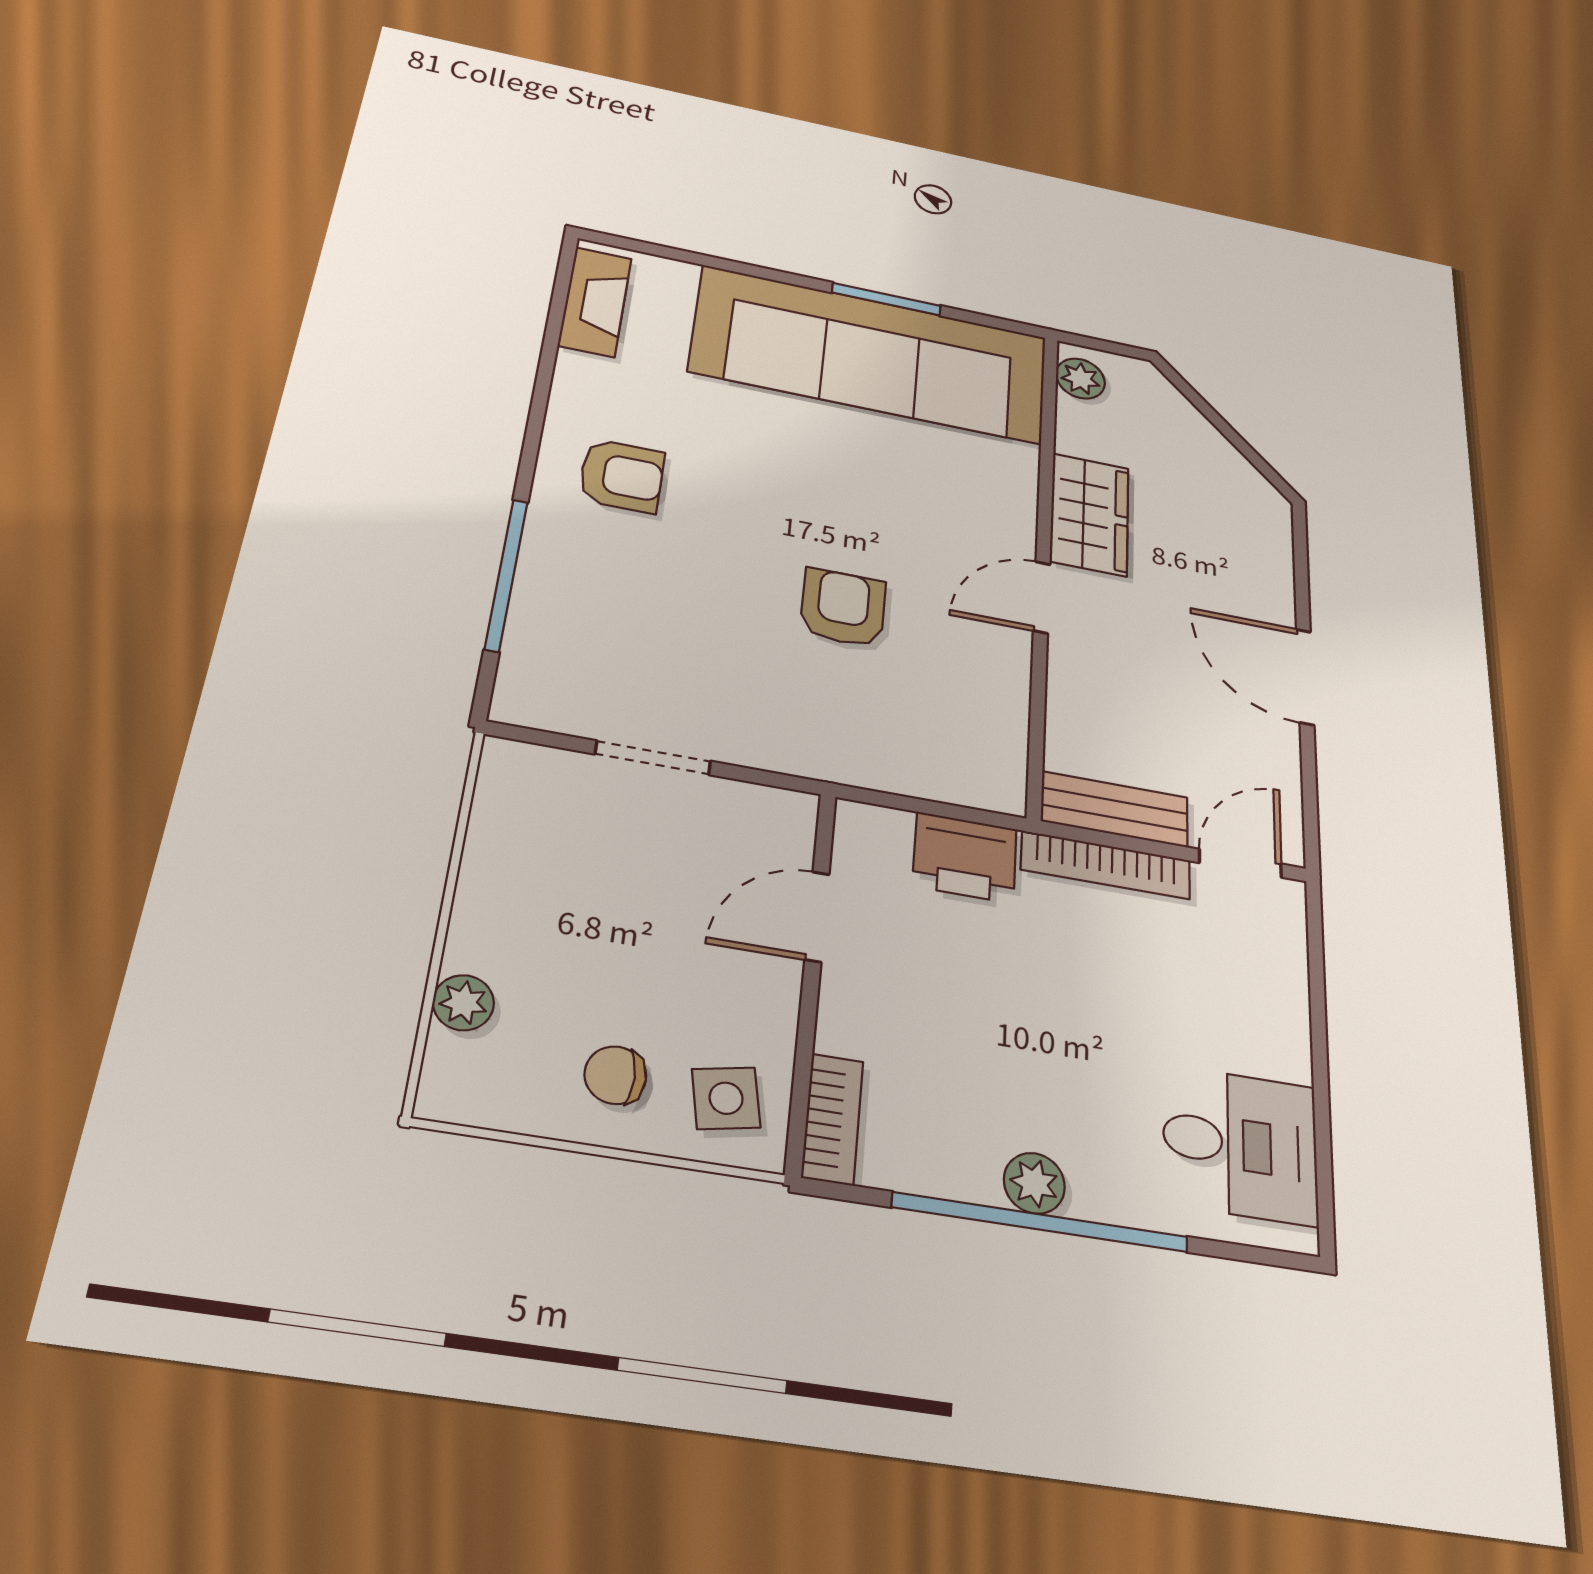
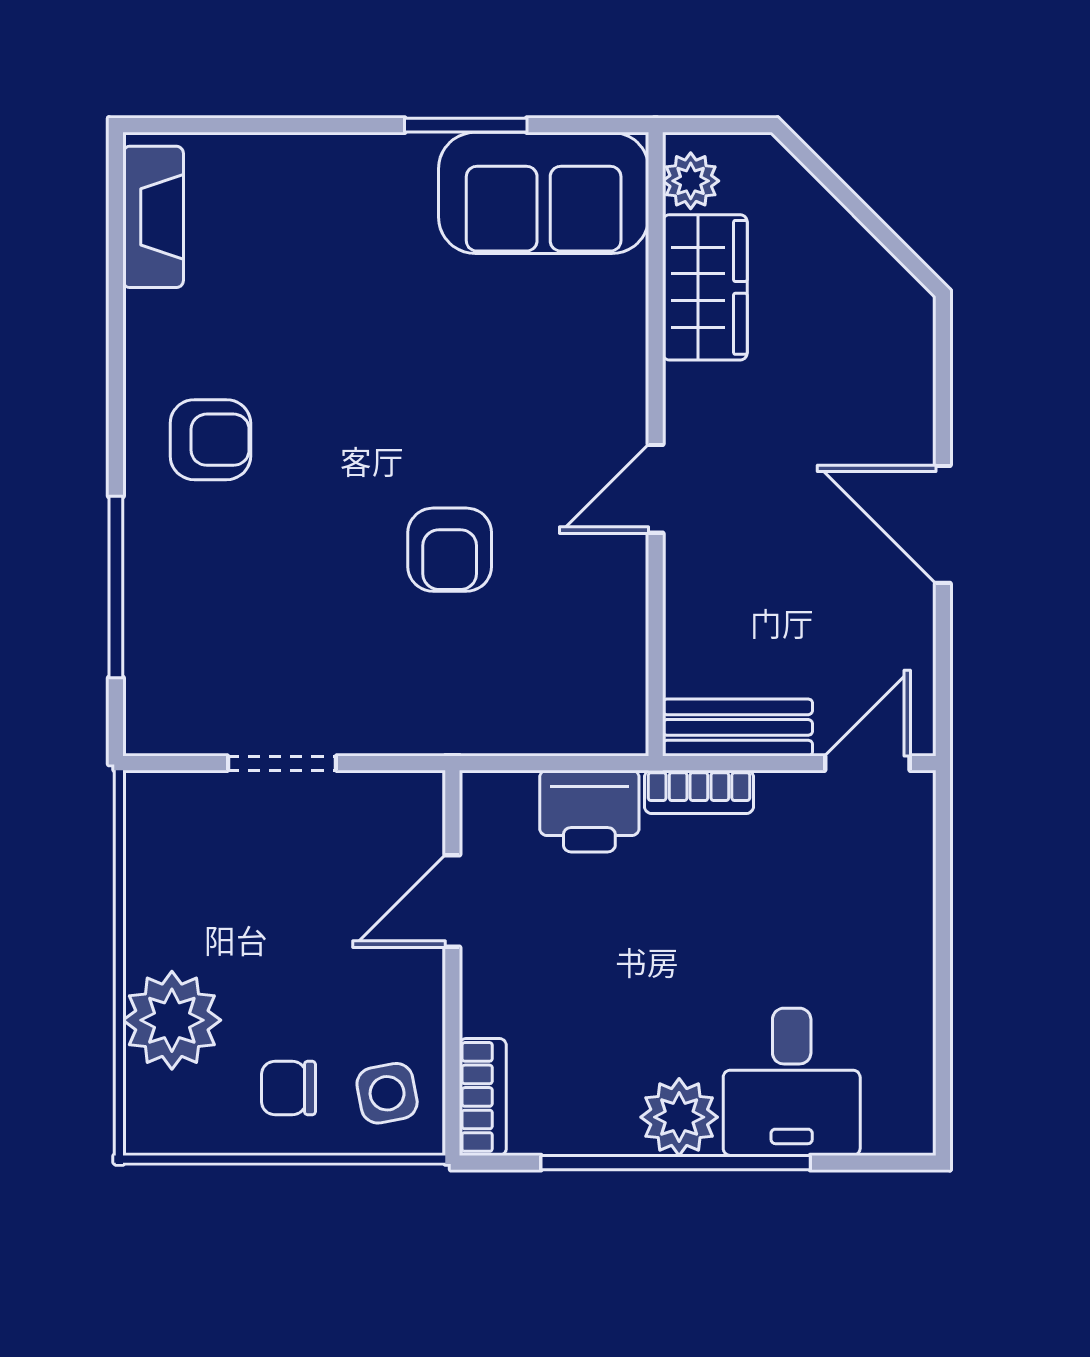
sofa: (871, 354) -> (544, 193), width x0.54, depth x0.79
wardrobe: (1090, 514) -> (705, 287), moved
armchair: (843, 608) -> (450, 550), turned 180
bookcase: (1106, 865) -> (699, 792), width x0.64
plant: (463, 1003) -> (172, 1020), width x1.87, depth x1.87
desk: (1240, 1145) -> (792, 1082), moved, turned 90
plant: (1034, 1183) -> (679, 1117), width x1.38, depth x1.38

